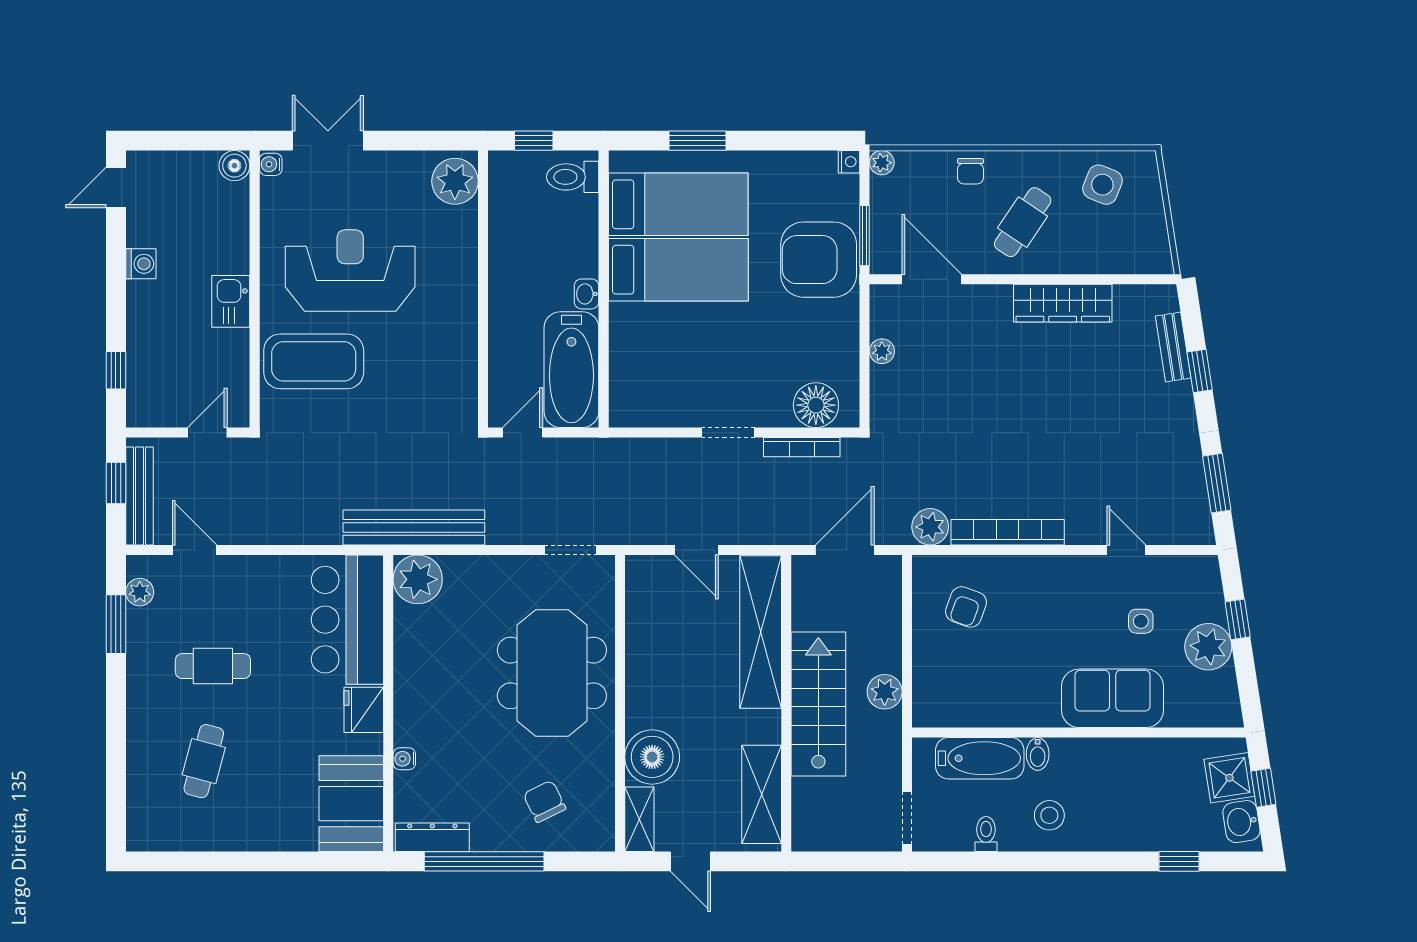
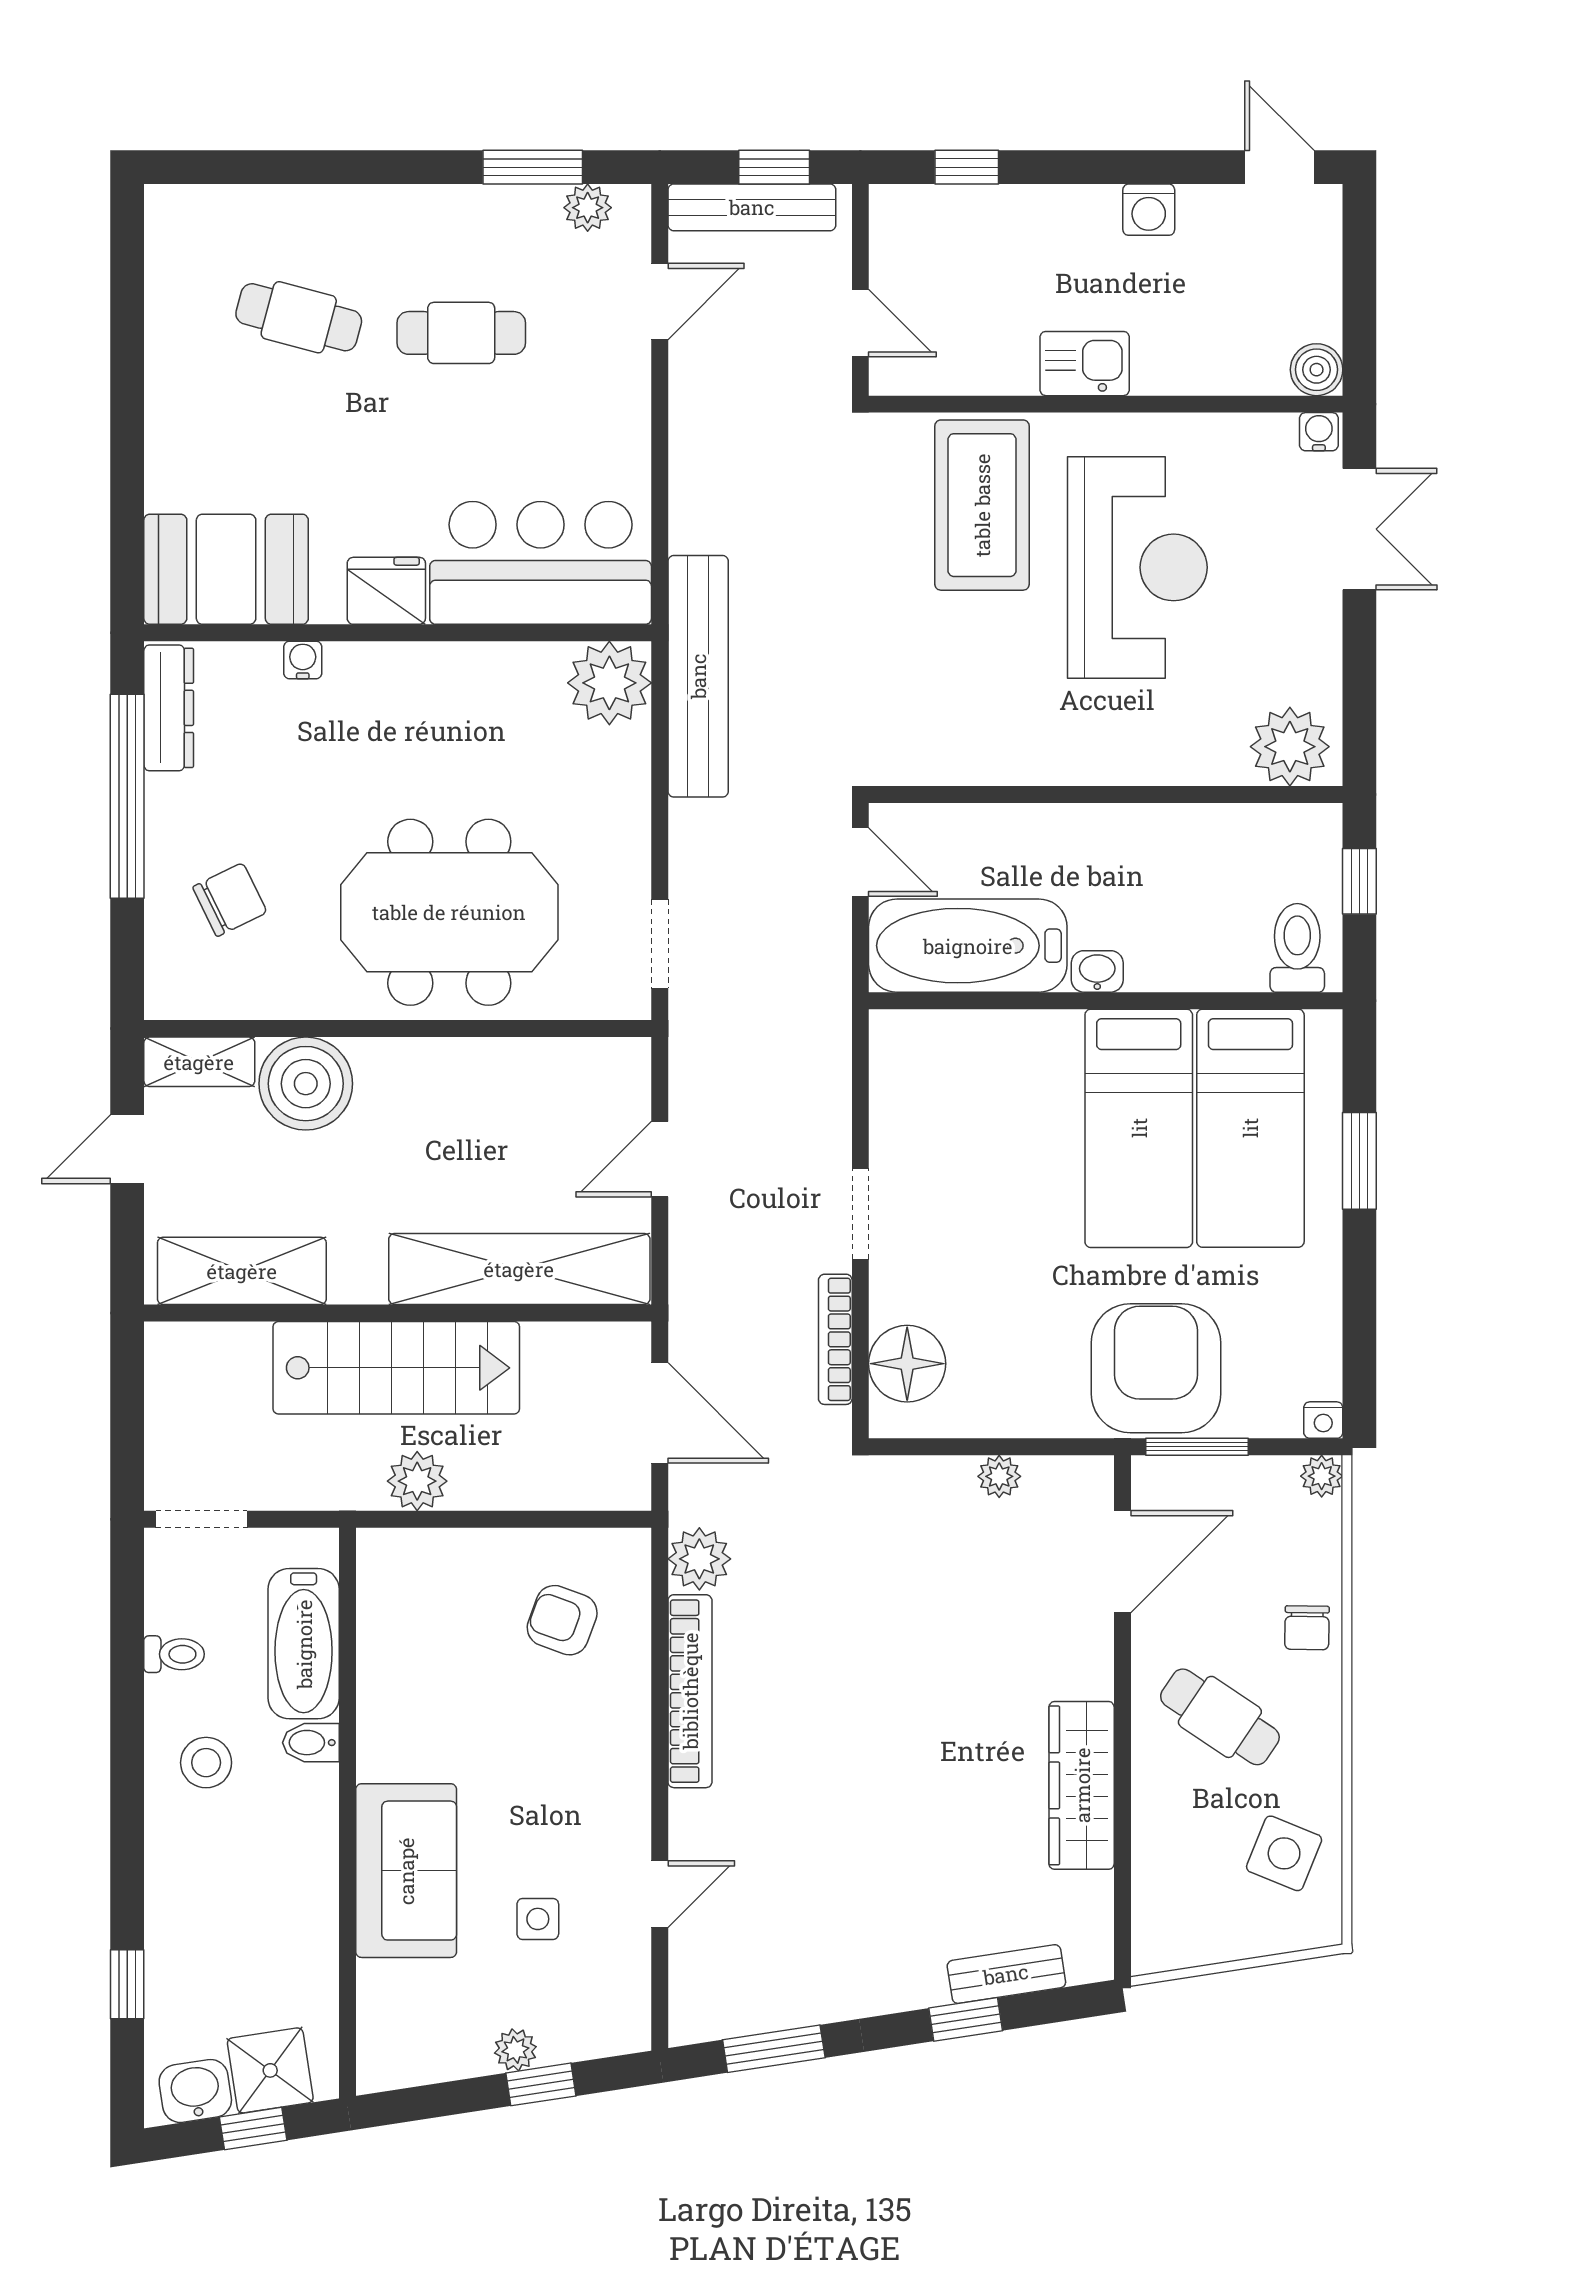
chair: (970, 171) -> (1307, 1628), turned -89
plant: (1208, 647) -> (515, 2050), width x0.53, depth x0.53
cafe table: (213, 666) -> (461, 333), turned 90

